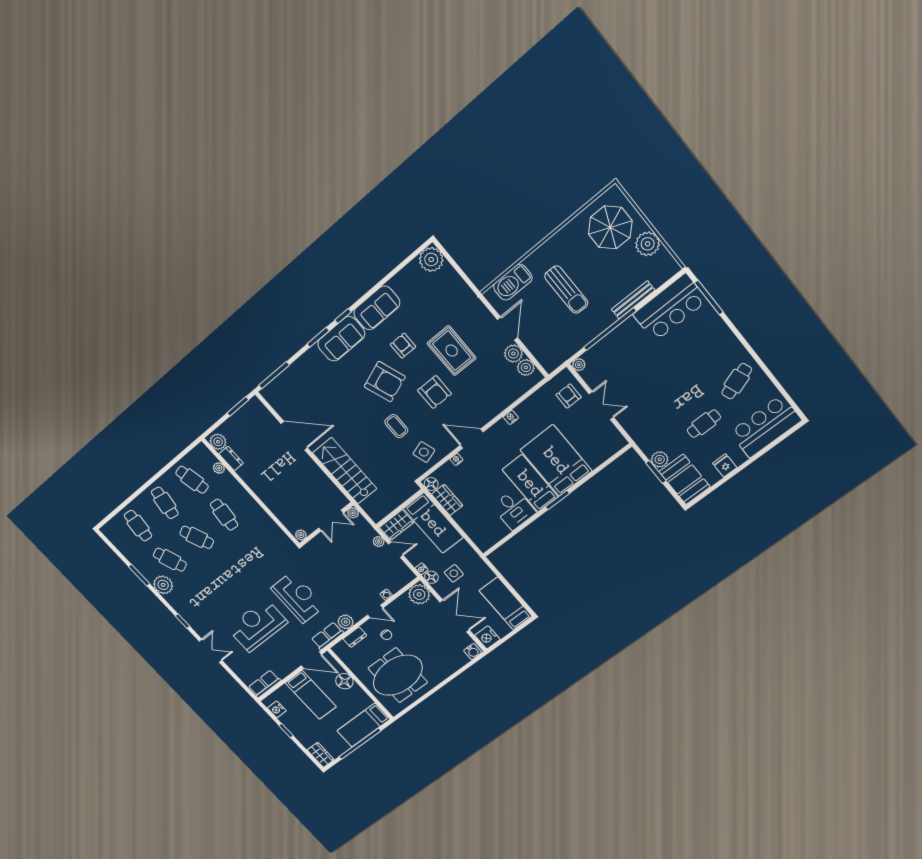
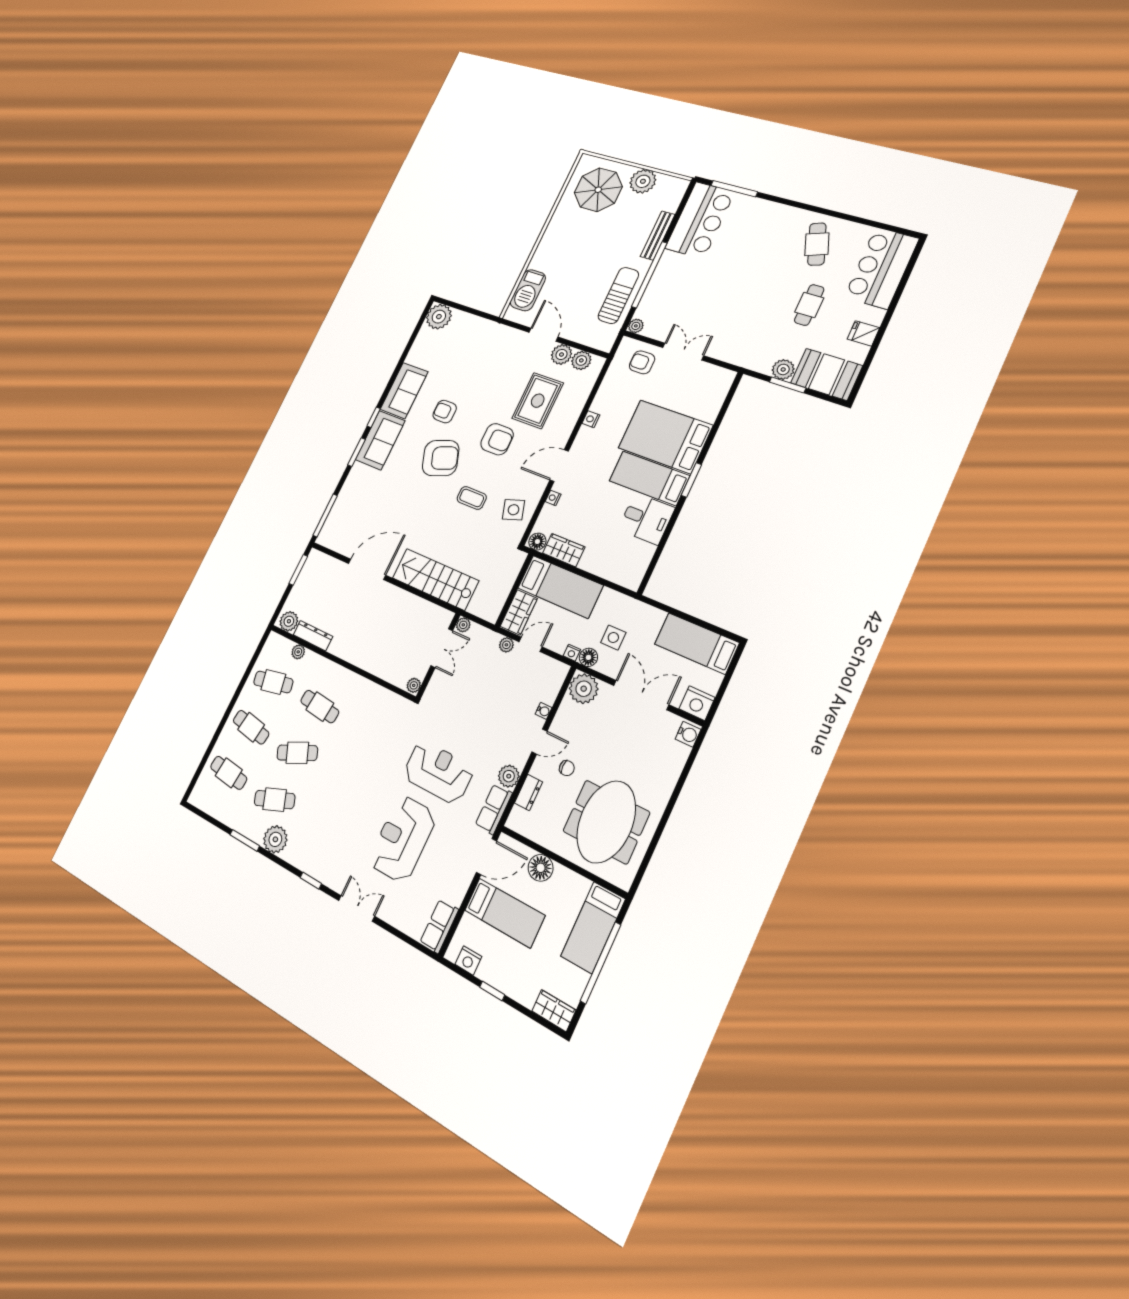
sun lounger: (566, 290) -> (618, 295), moved, turned -90
rug: (452, 351) -> (538, 401), moved, turned 90
dresser: (231, 458) -> (313, 636), width x1.44

